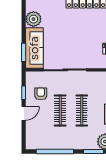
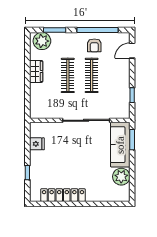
armchair: (41, 94) -> (94, 45), moved
door: (24, 113) -> (132, 51), moved

